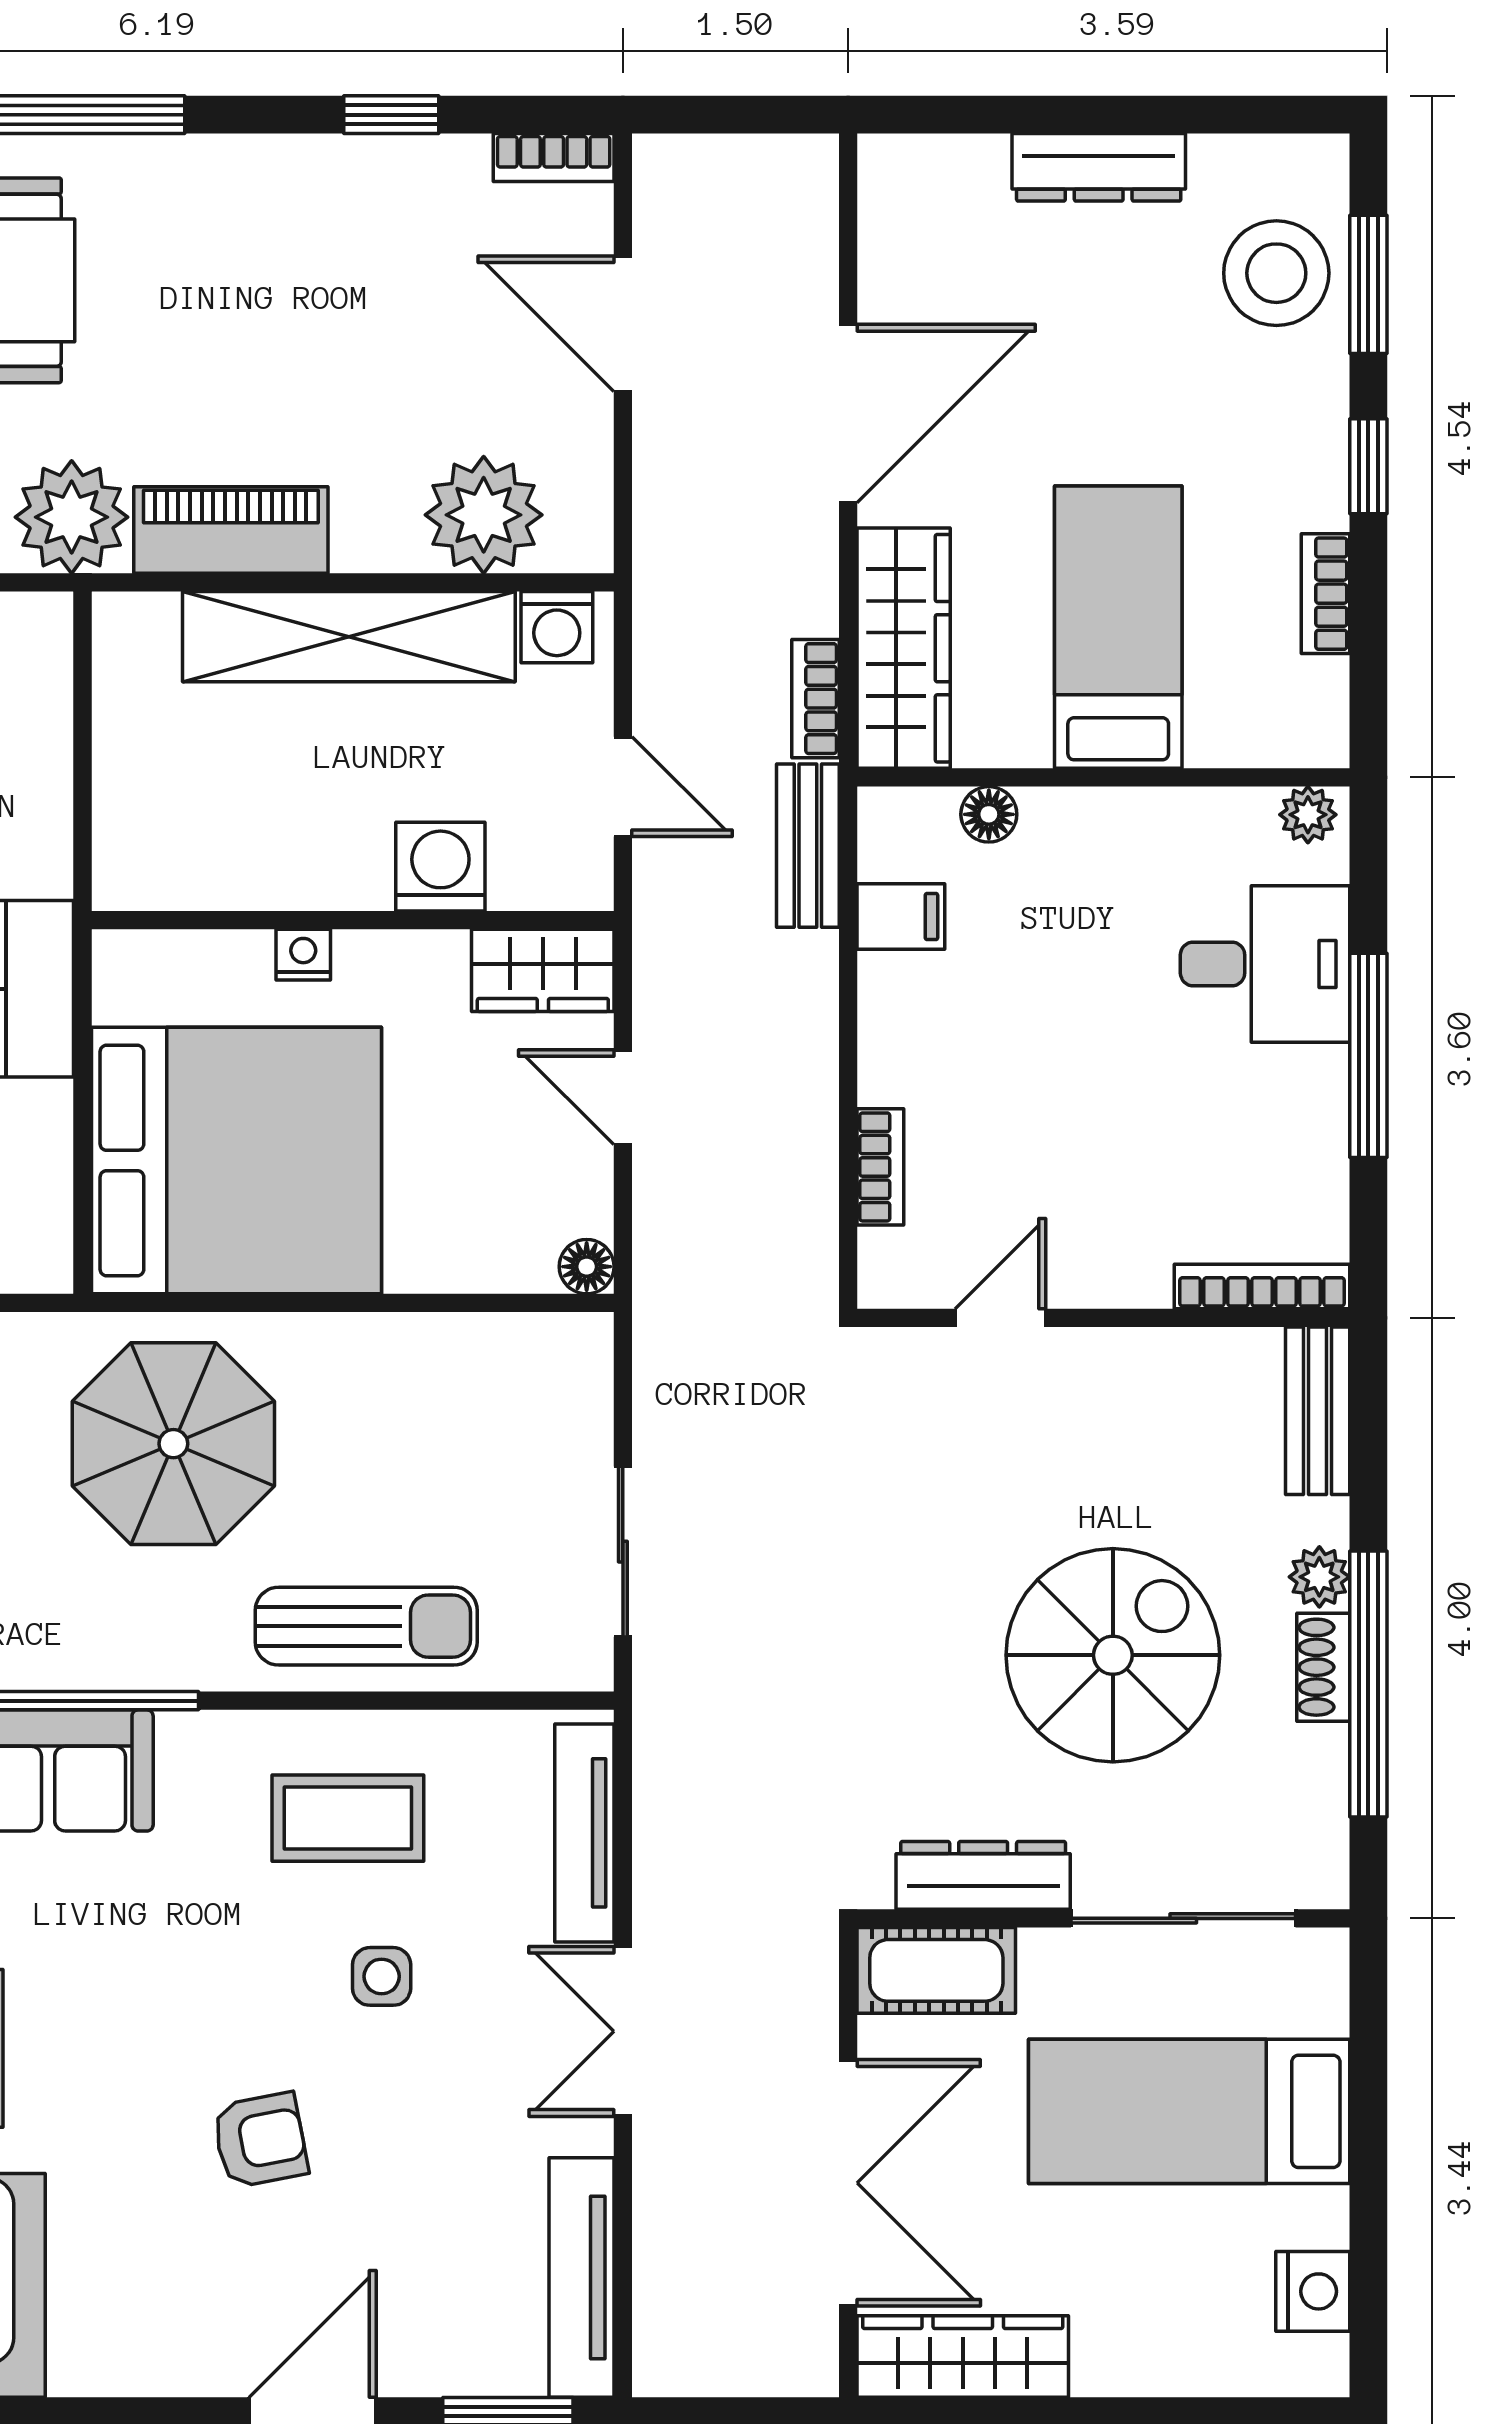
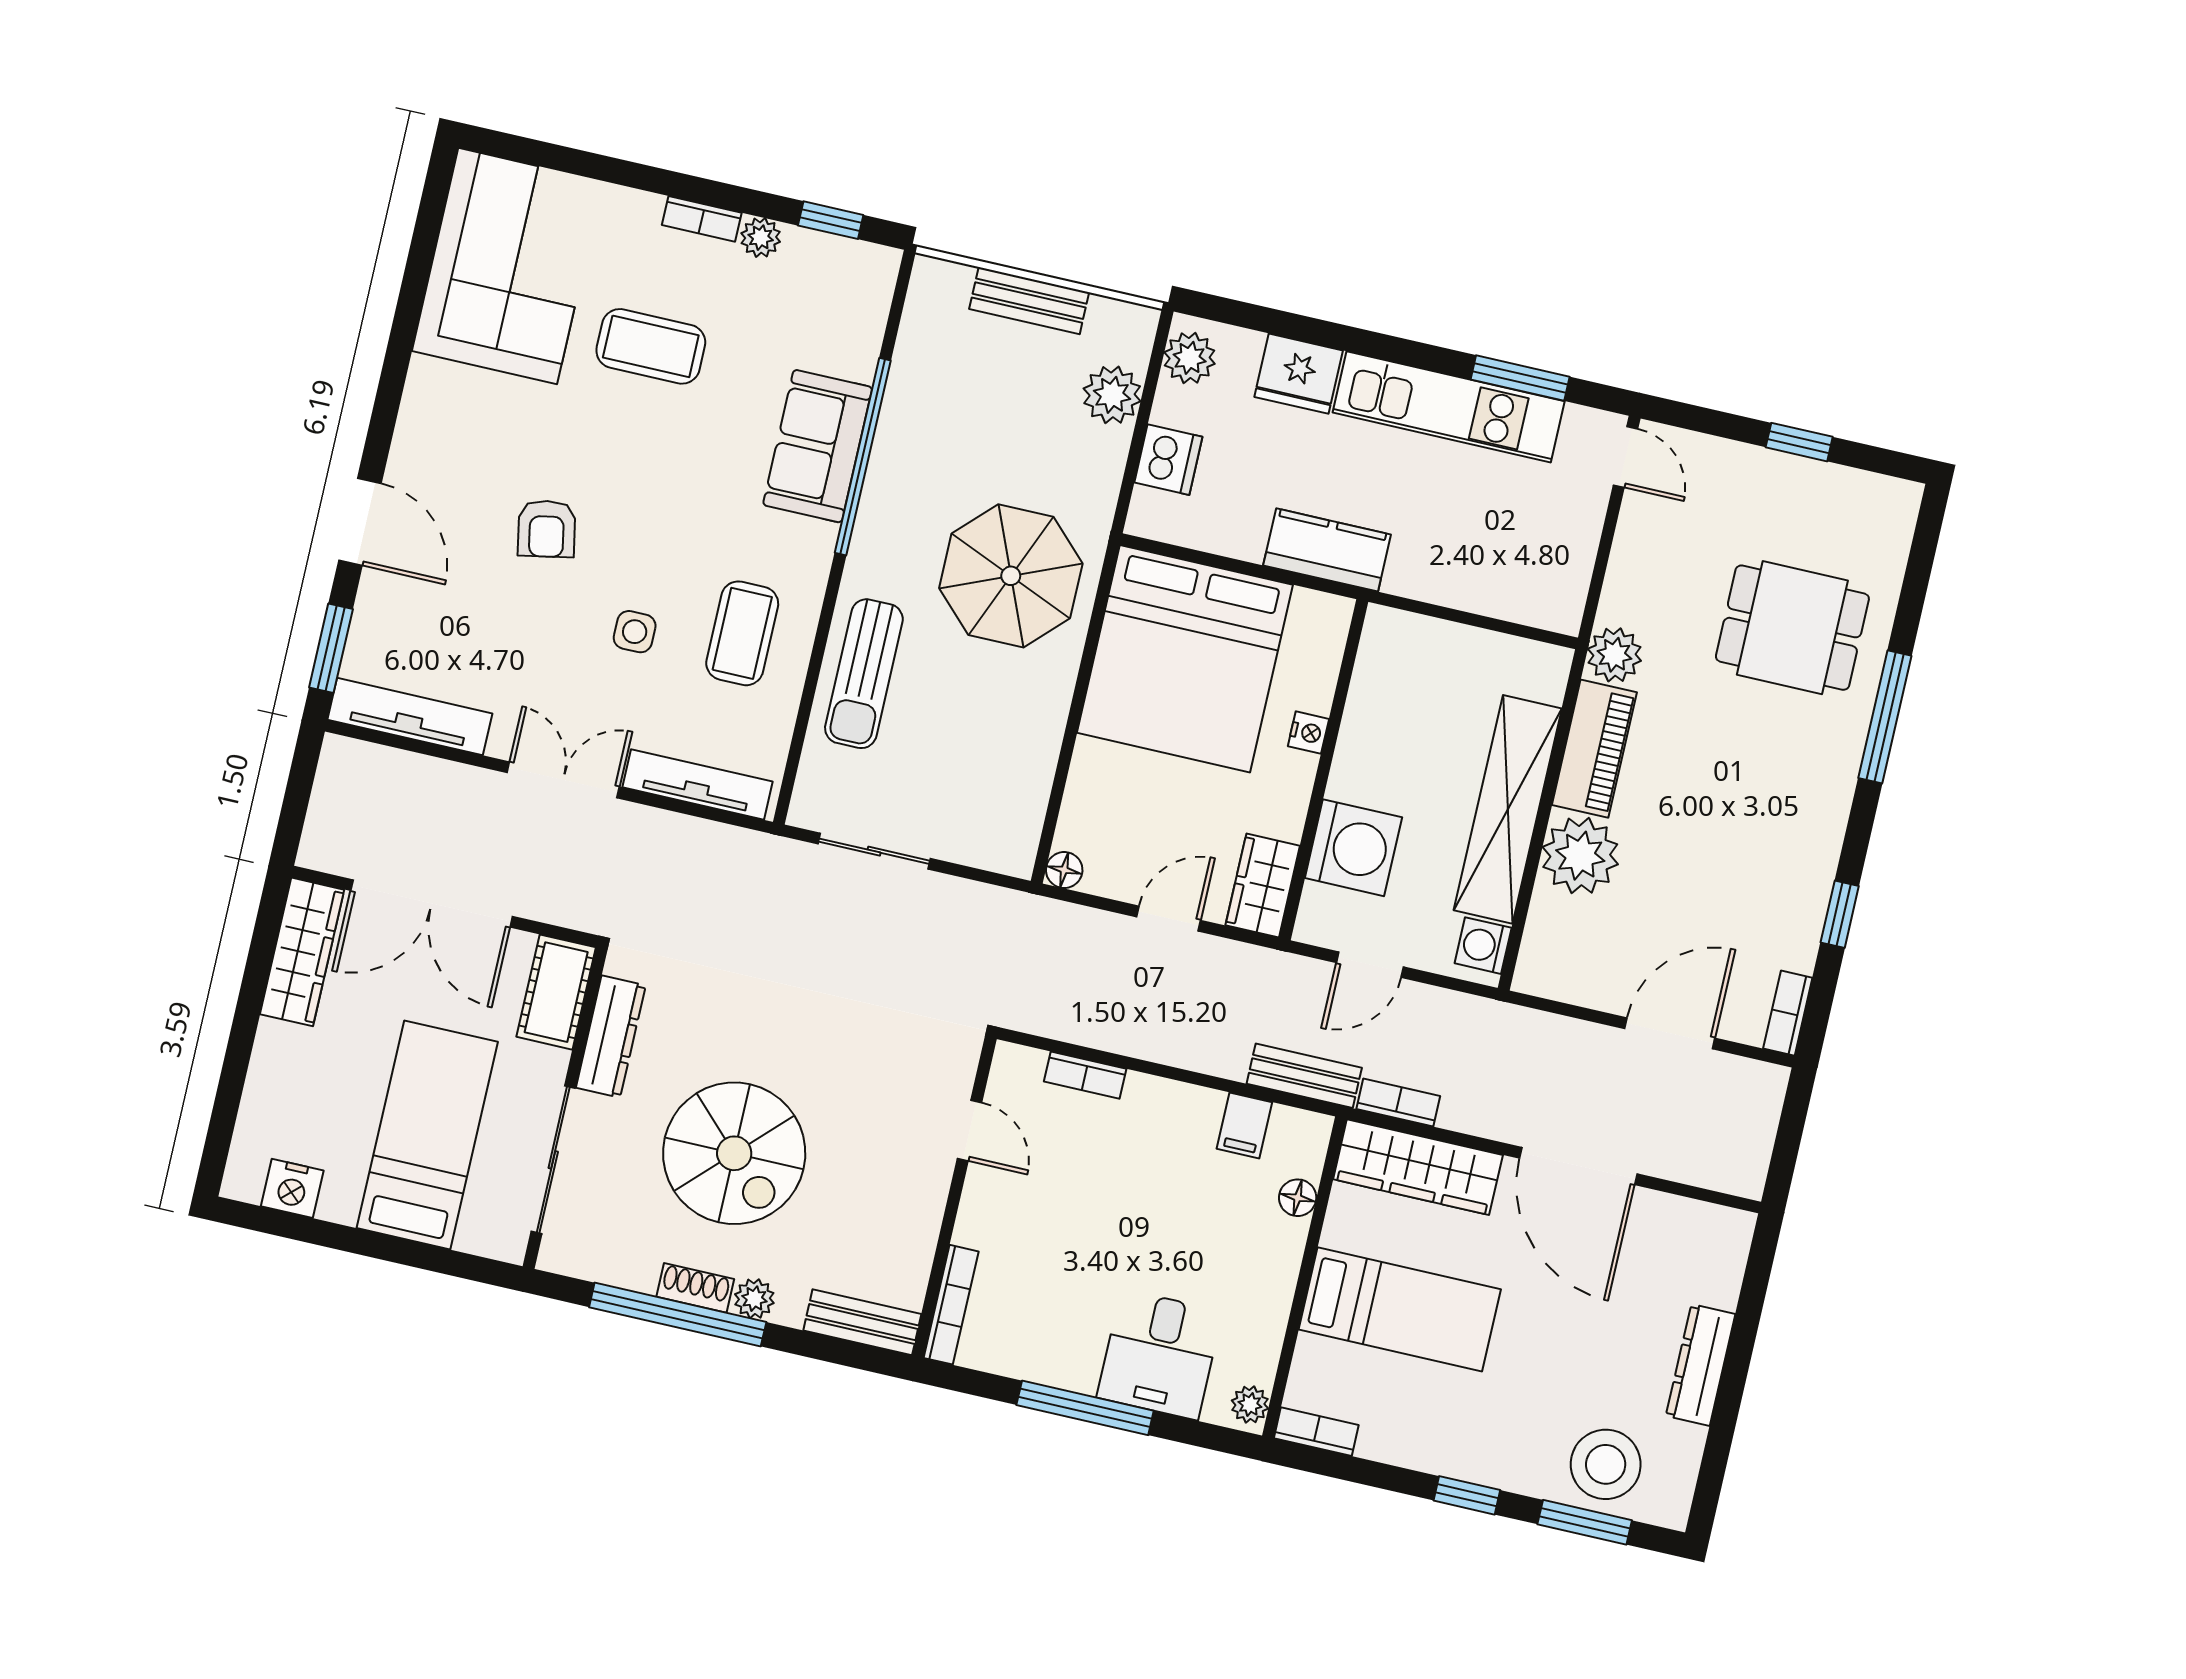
plant: (484, 515) -> (1580, 856), moved
plant: (72, 517) -> (1614, 655), width x0.73, depth x0.73
bookcase: (1326, 594) -> (1316, 1432), moved
washing machine: (440, 867) -> (1353, 848), width x1.37, depth x1.37

